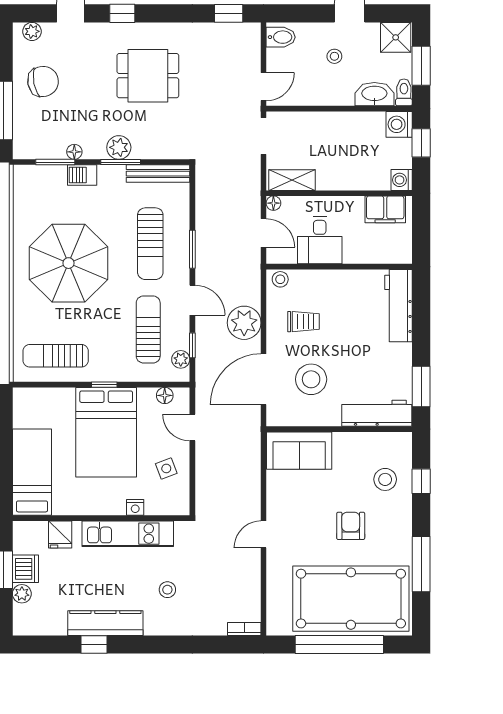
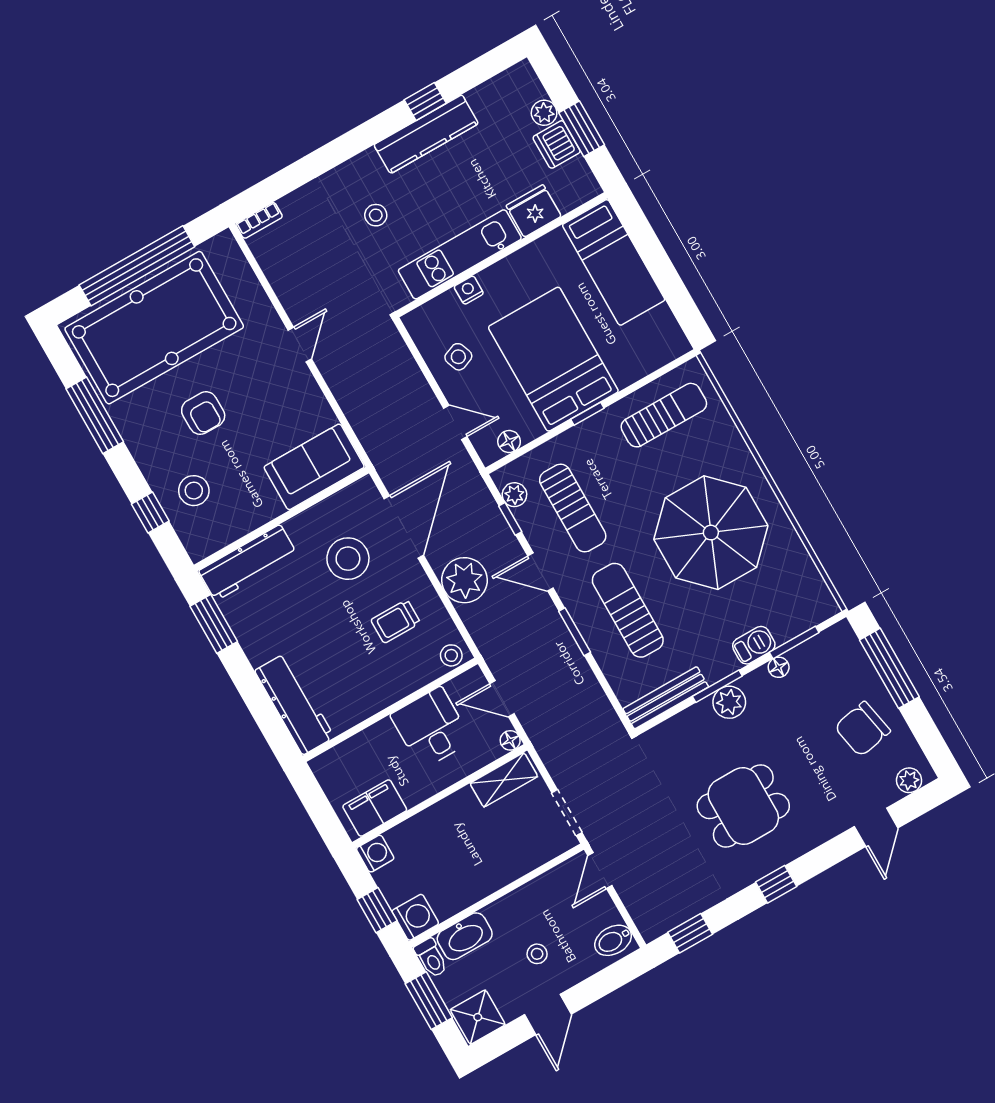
window: (122, 13) -> (776, 884), moved
fridge: (60, 535) -> (534, 211), width x1.38

